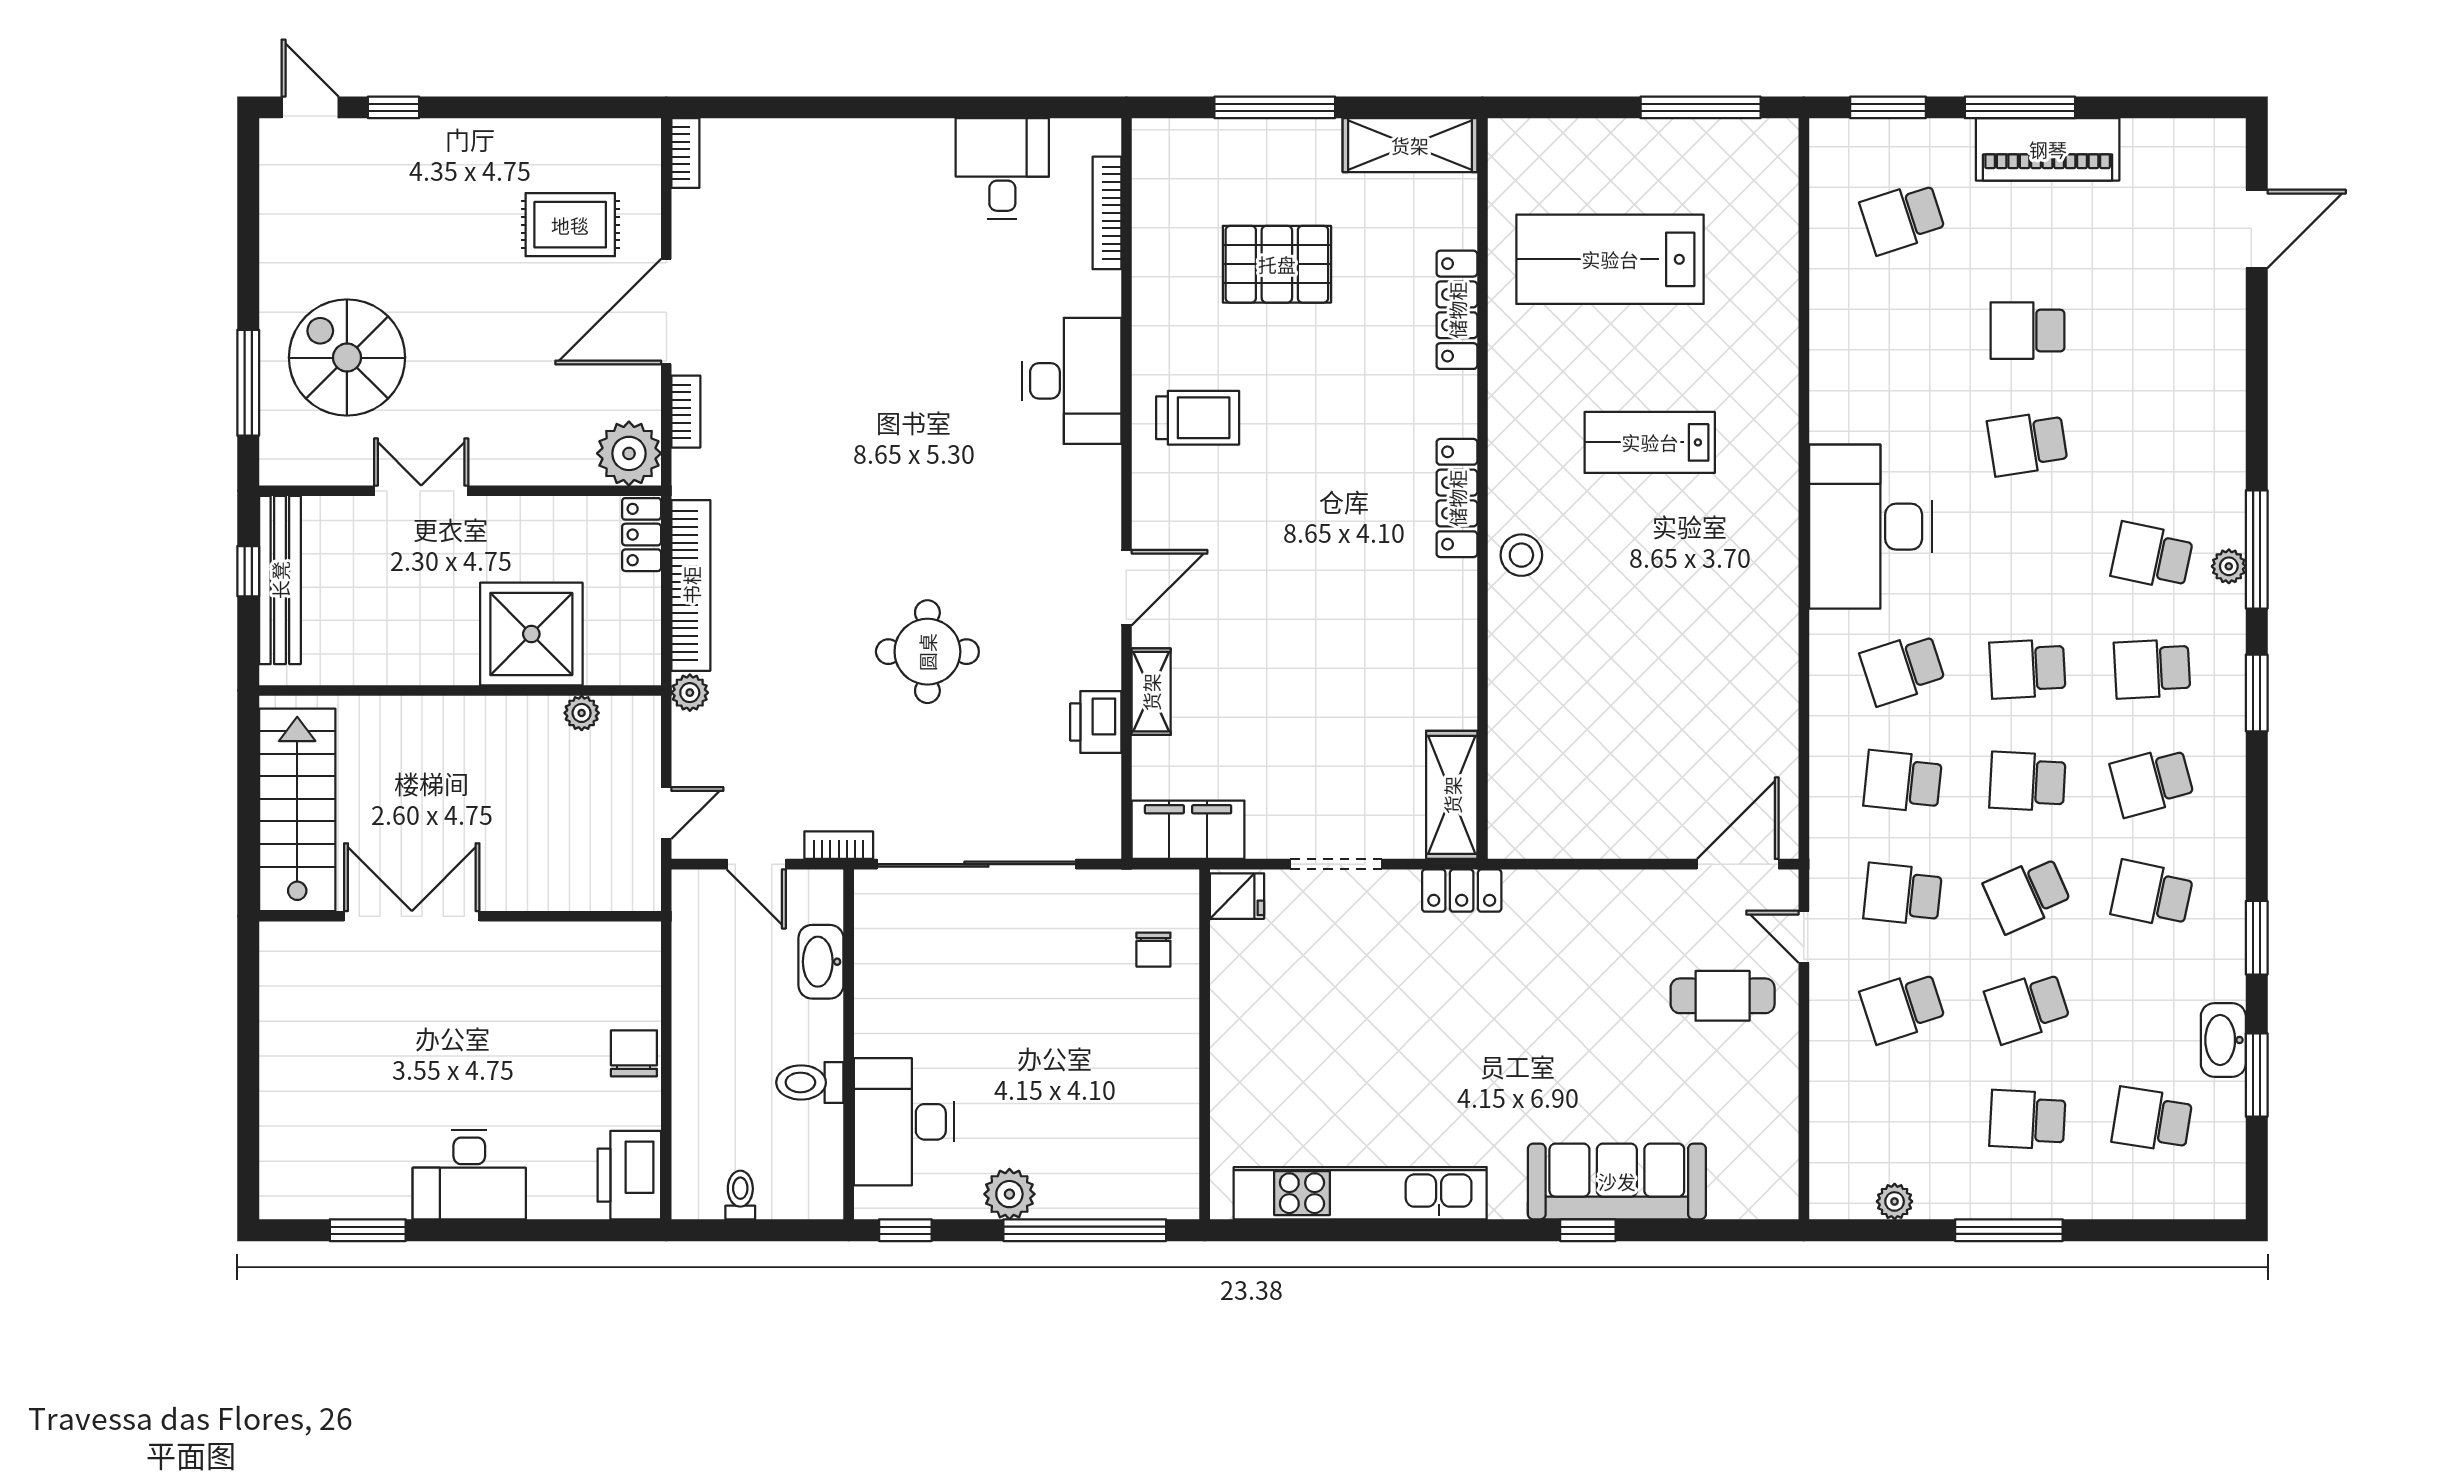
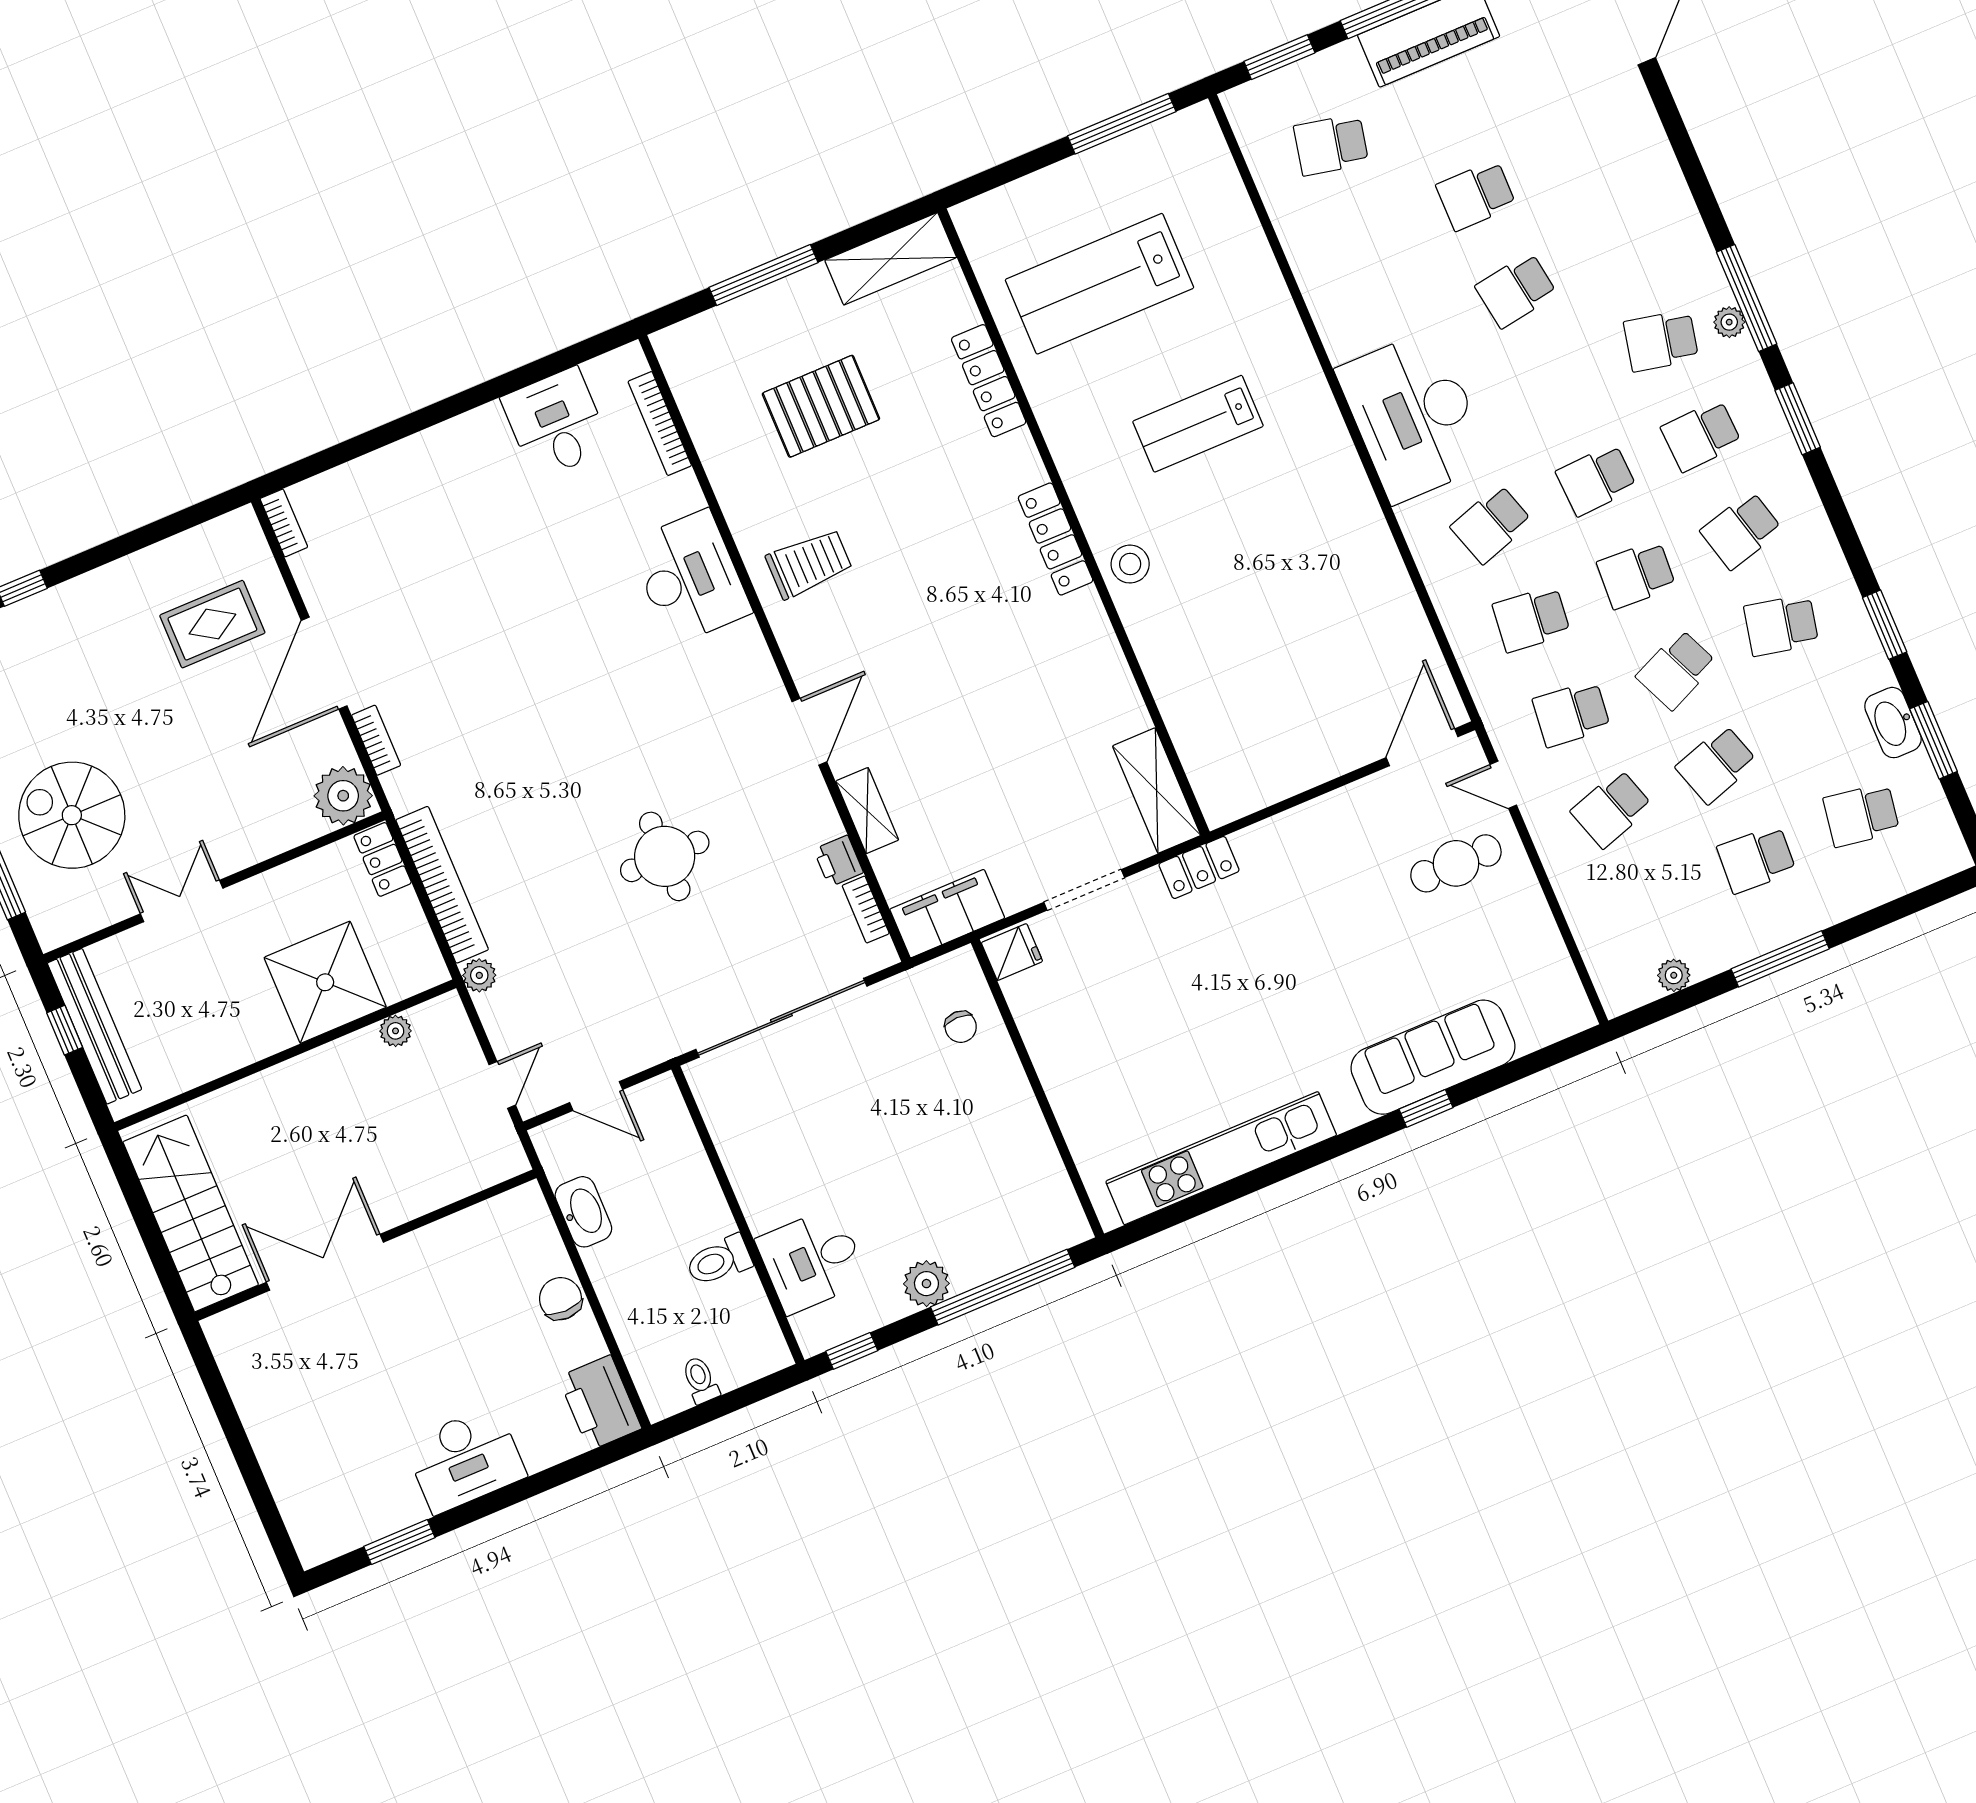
school desk: (1903, 218) -> (1331, 145), turned 30
printer: (1096, 722) -> (838, 861), width x0.73, depth x0.81
bookcase: (839, 845) -> (866, 910), moved, turned -90
washbasin: (821, 962) -> (583, 1212), moved, turned 180
desk: (904, 1122) -> (812, 1260), width x0.73

